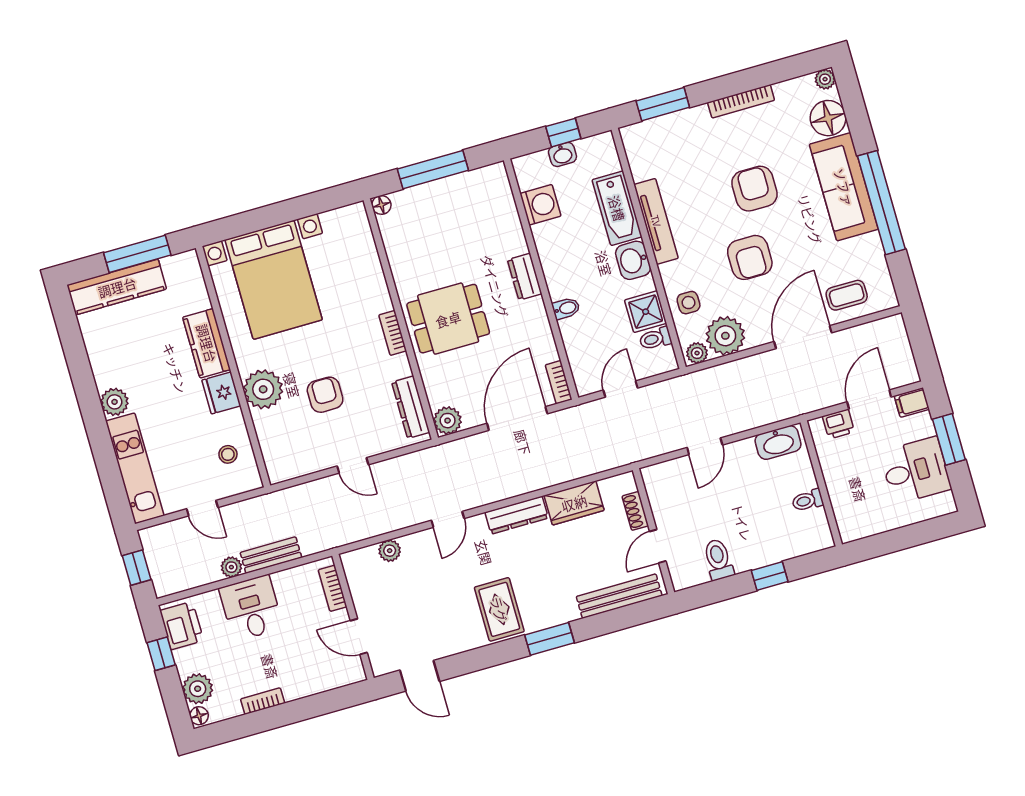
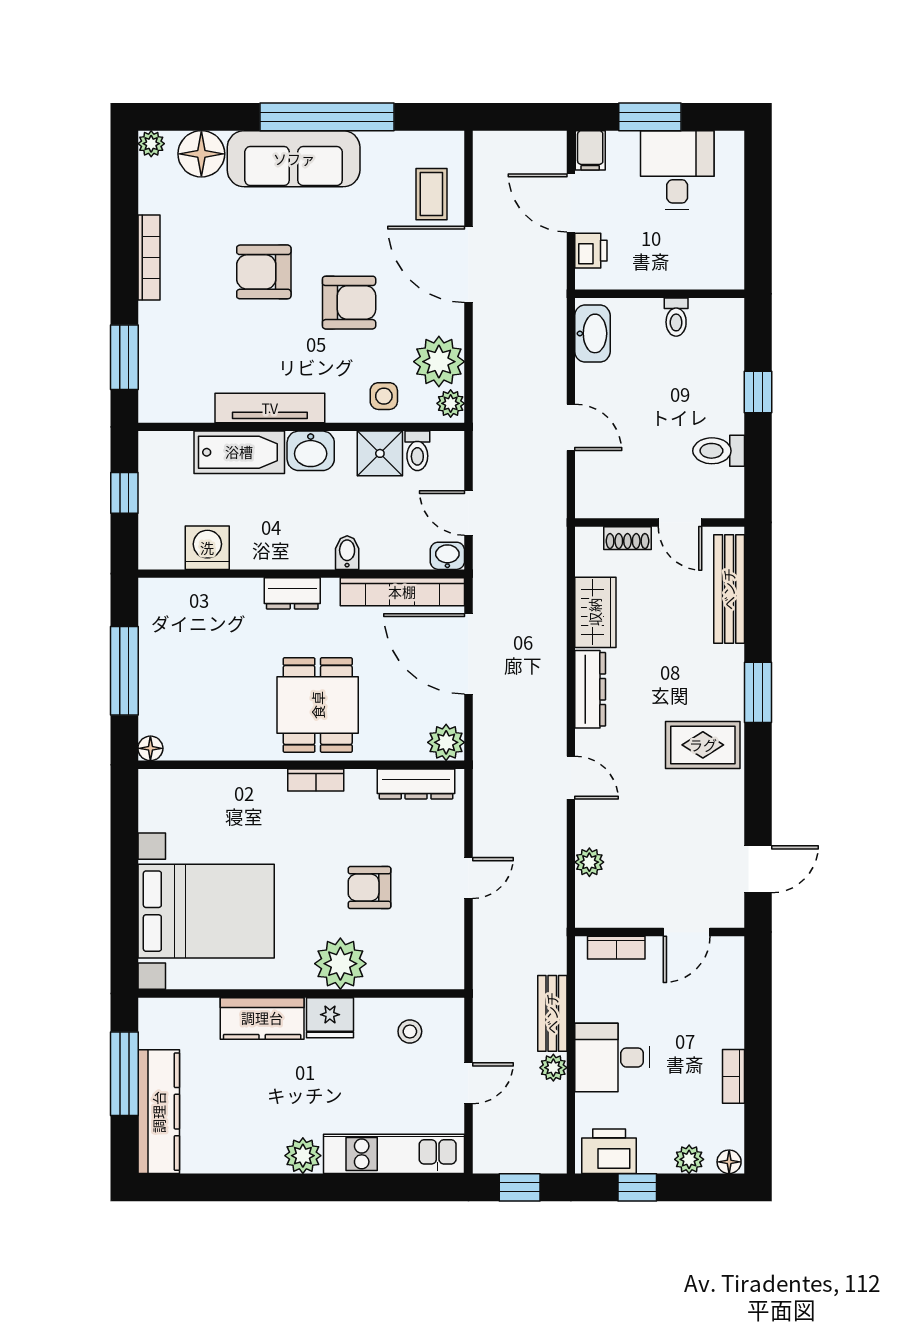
washbasin: (562, 154) -> (447, 556), moved, turned -90
bookcase: (559, 382) -> (402, 592), width x2.31, depth x1.31
plant: (198, 689) -> (689, 1159), width x0.73, depth x0.73

